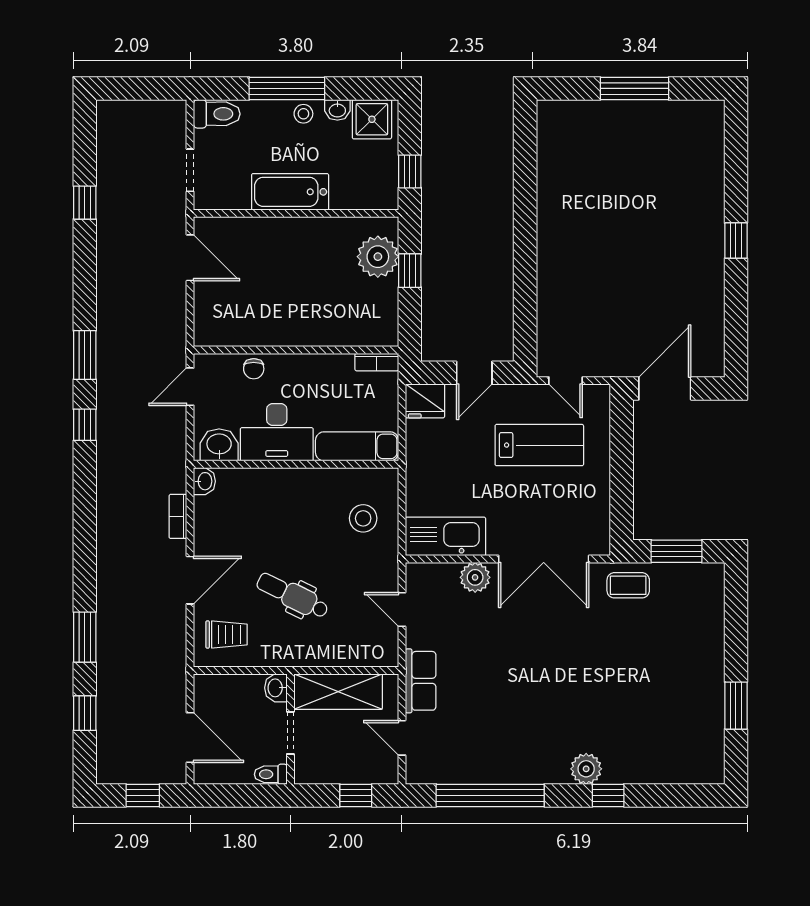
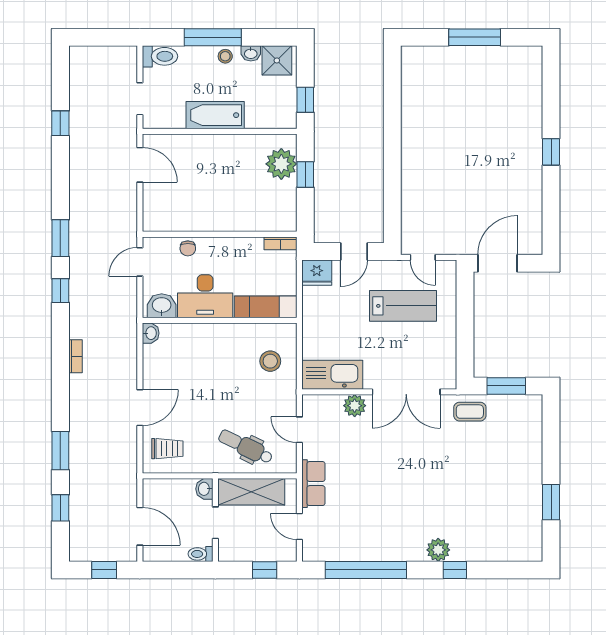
bookcase: (178, 516) -> (75, 356), moved, turned 180
dental chair: (293, 596) -> (246, 447), moved

